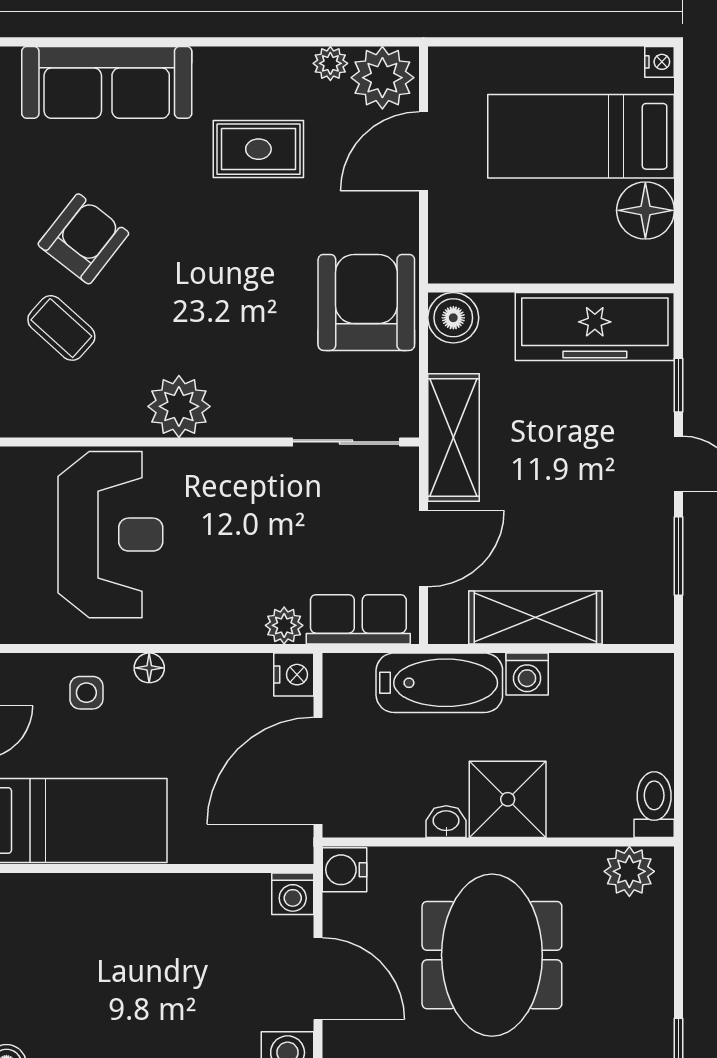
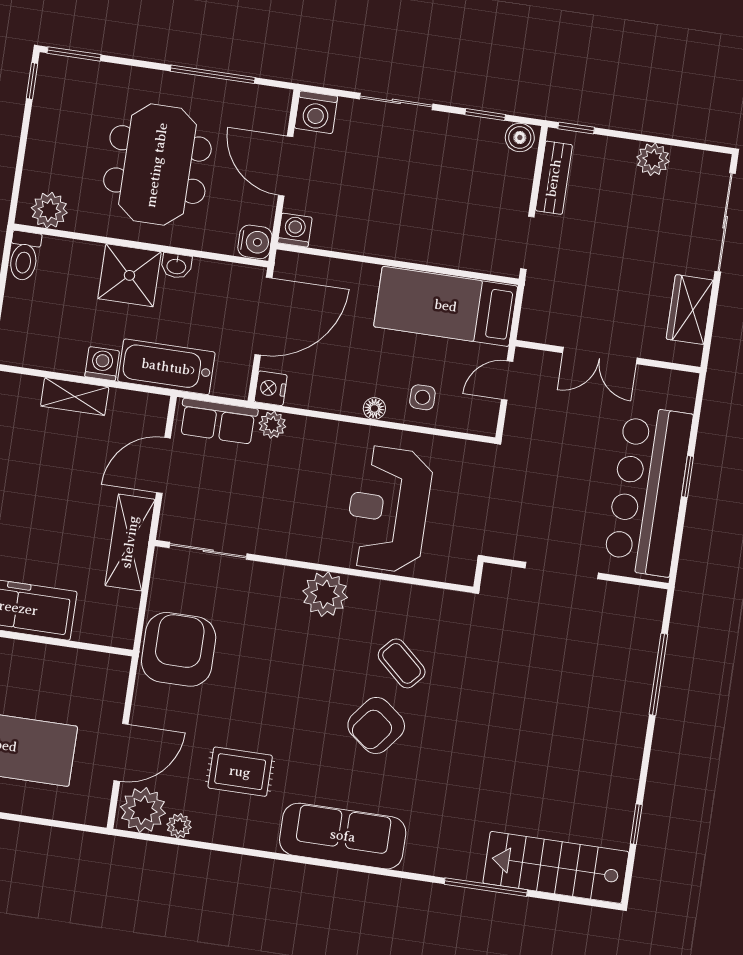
armchair: (366, 302) -> (179, 649), turned 180
boiler: (453, 318) -> (117, 629), removed
shelving: (535, 618) -> (75, 396), width x0.67, depth x0.75

